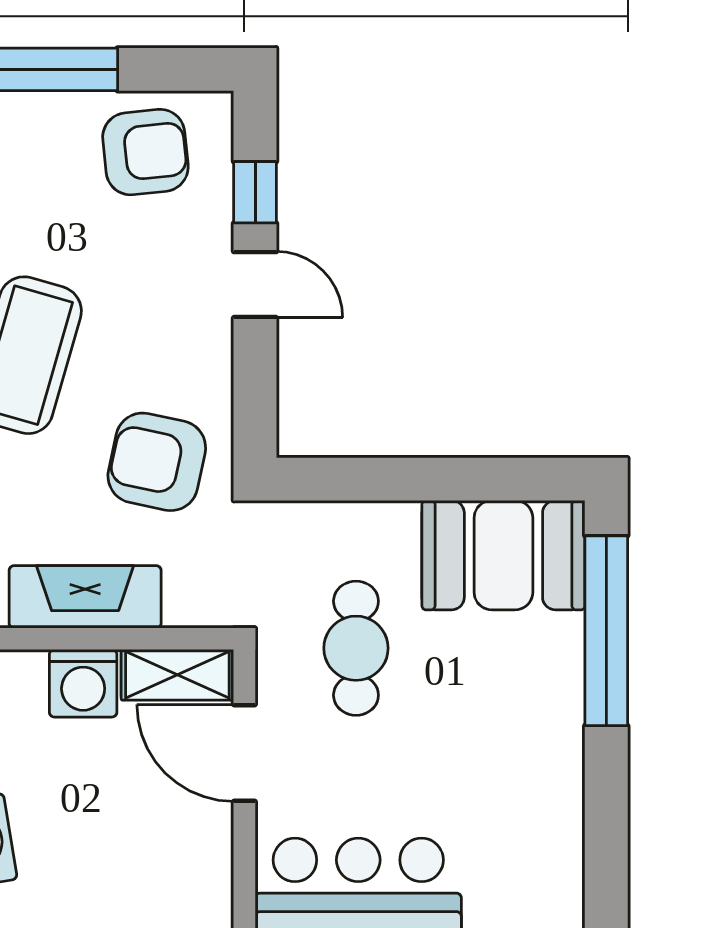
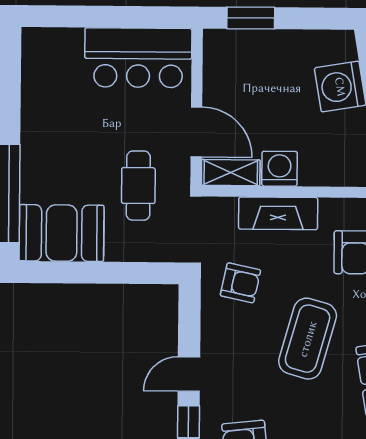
door: (255, 285) -> (189, 374), hinge flipped
armchair: (157, 462) -> (240, 283), width x0.72, depth x0.72

